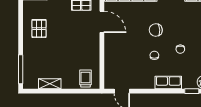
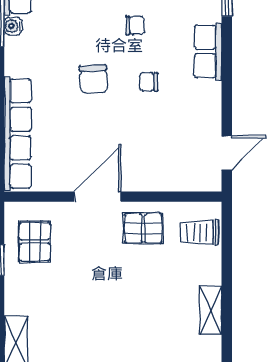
door: (102, 22) -> (98, 197), moved
pallet: (39, 29) -> (143, 228), moved

